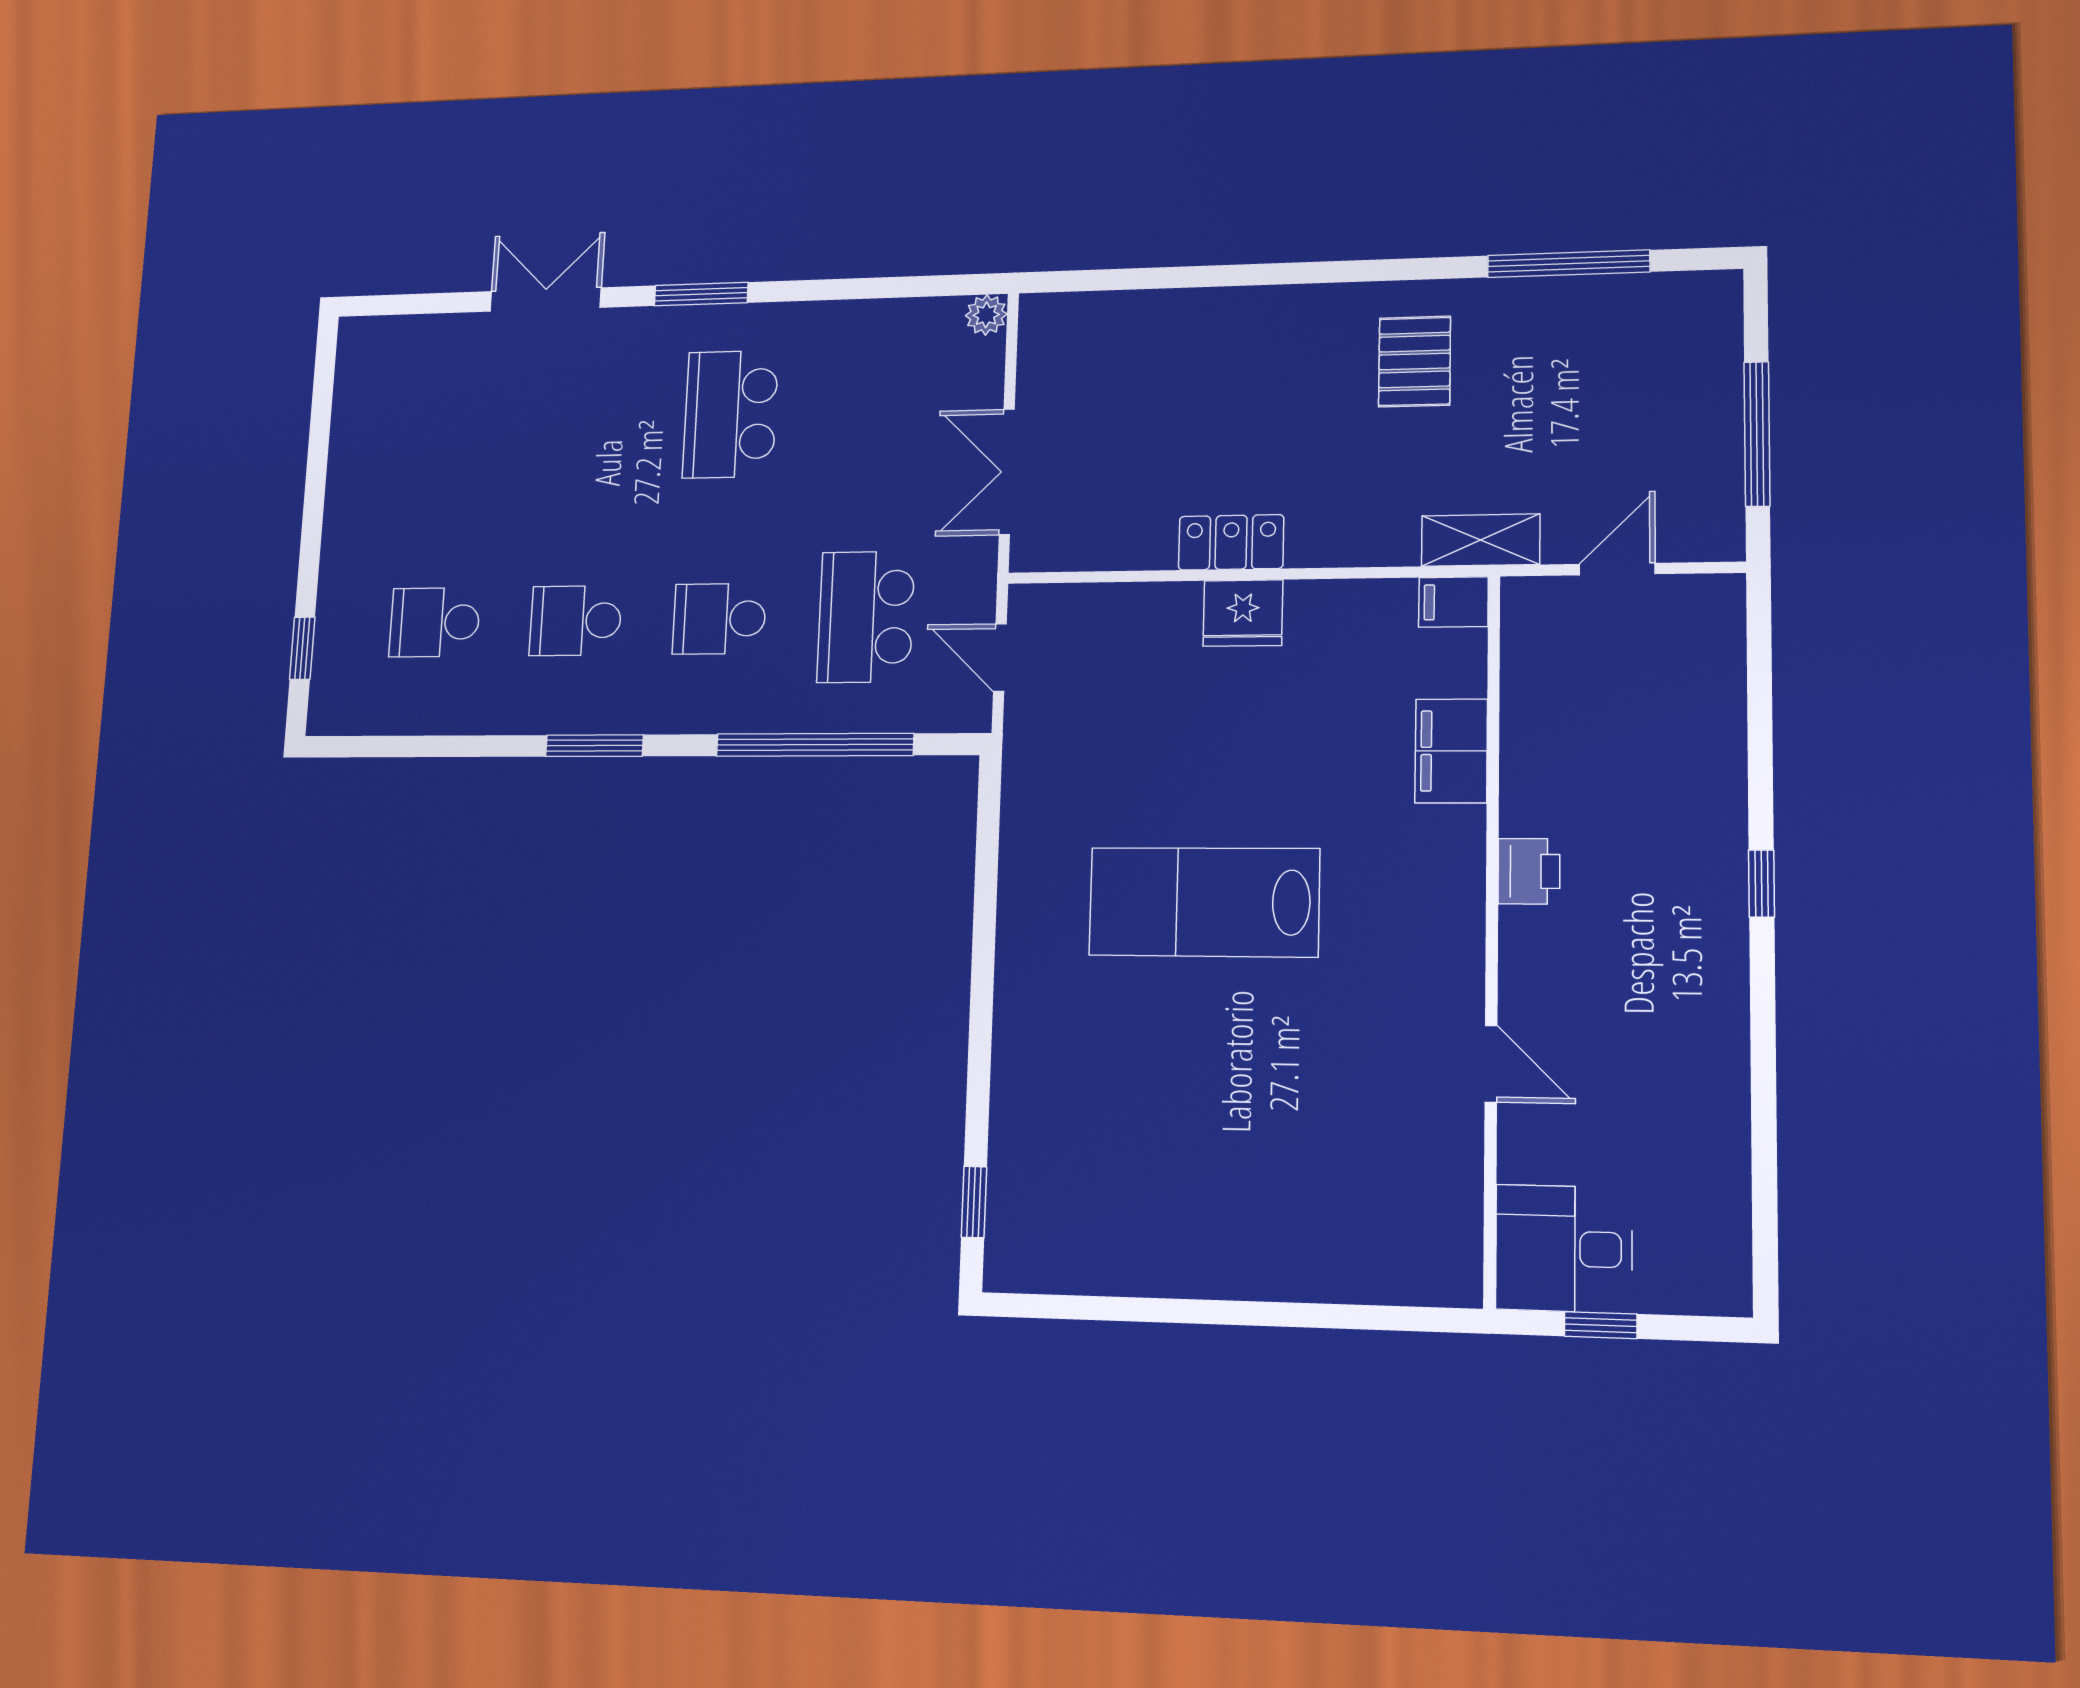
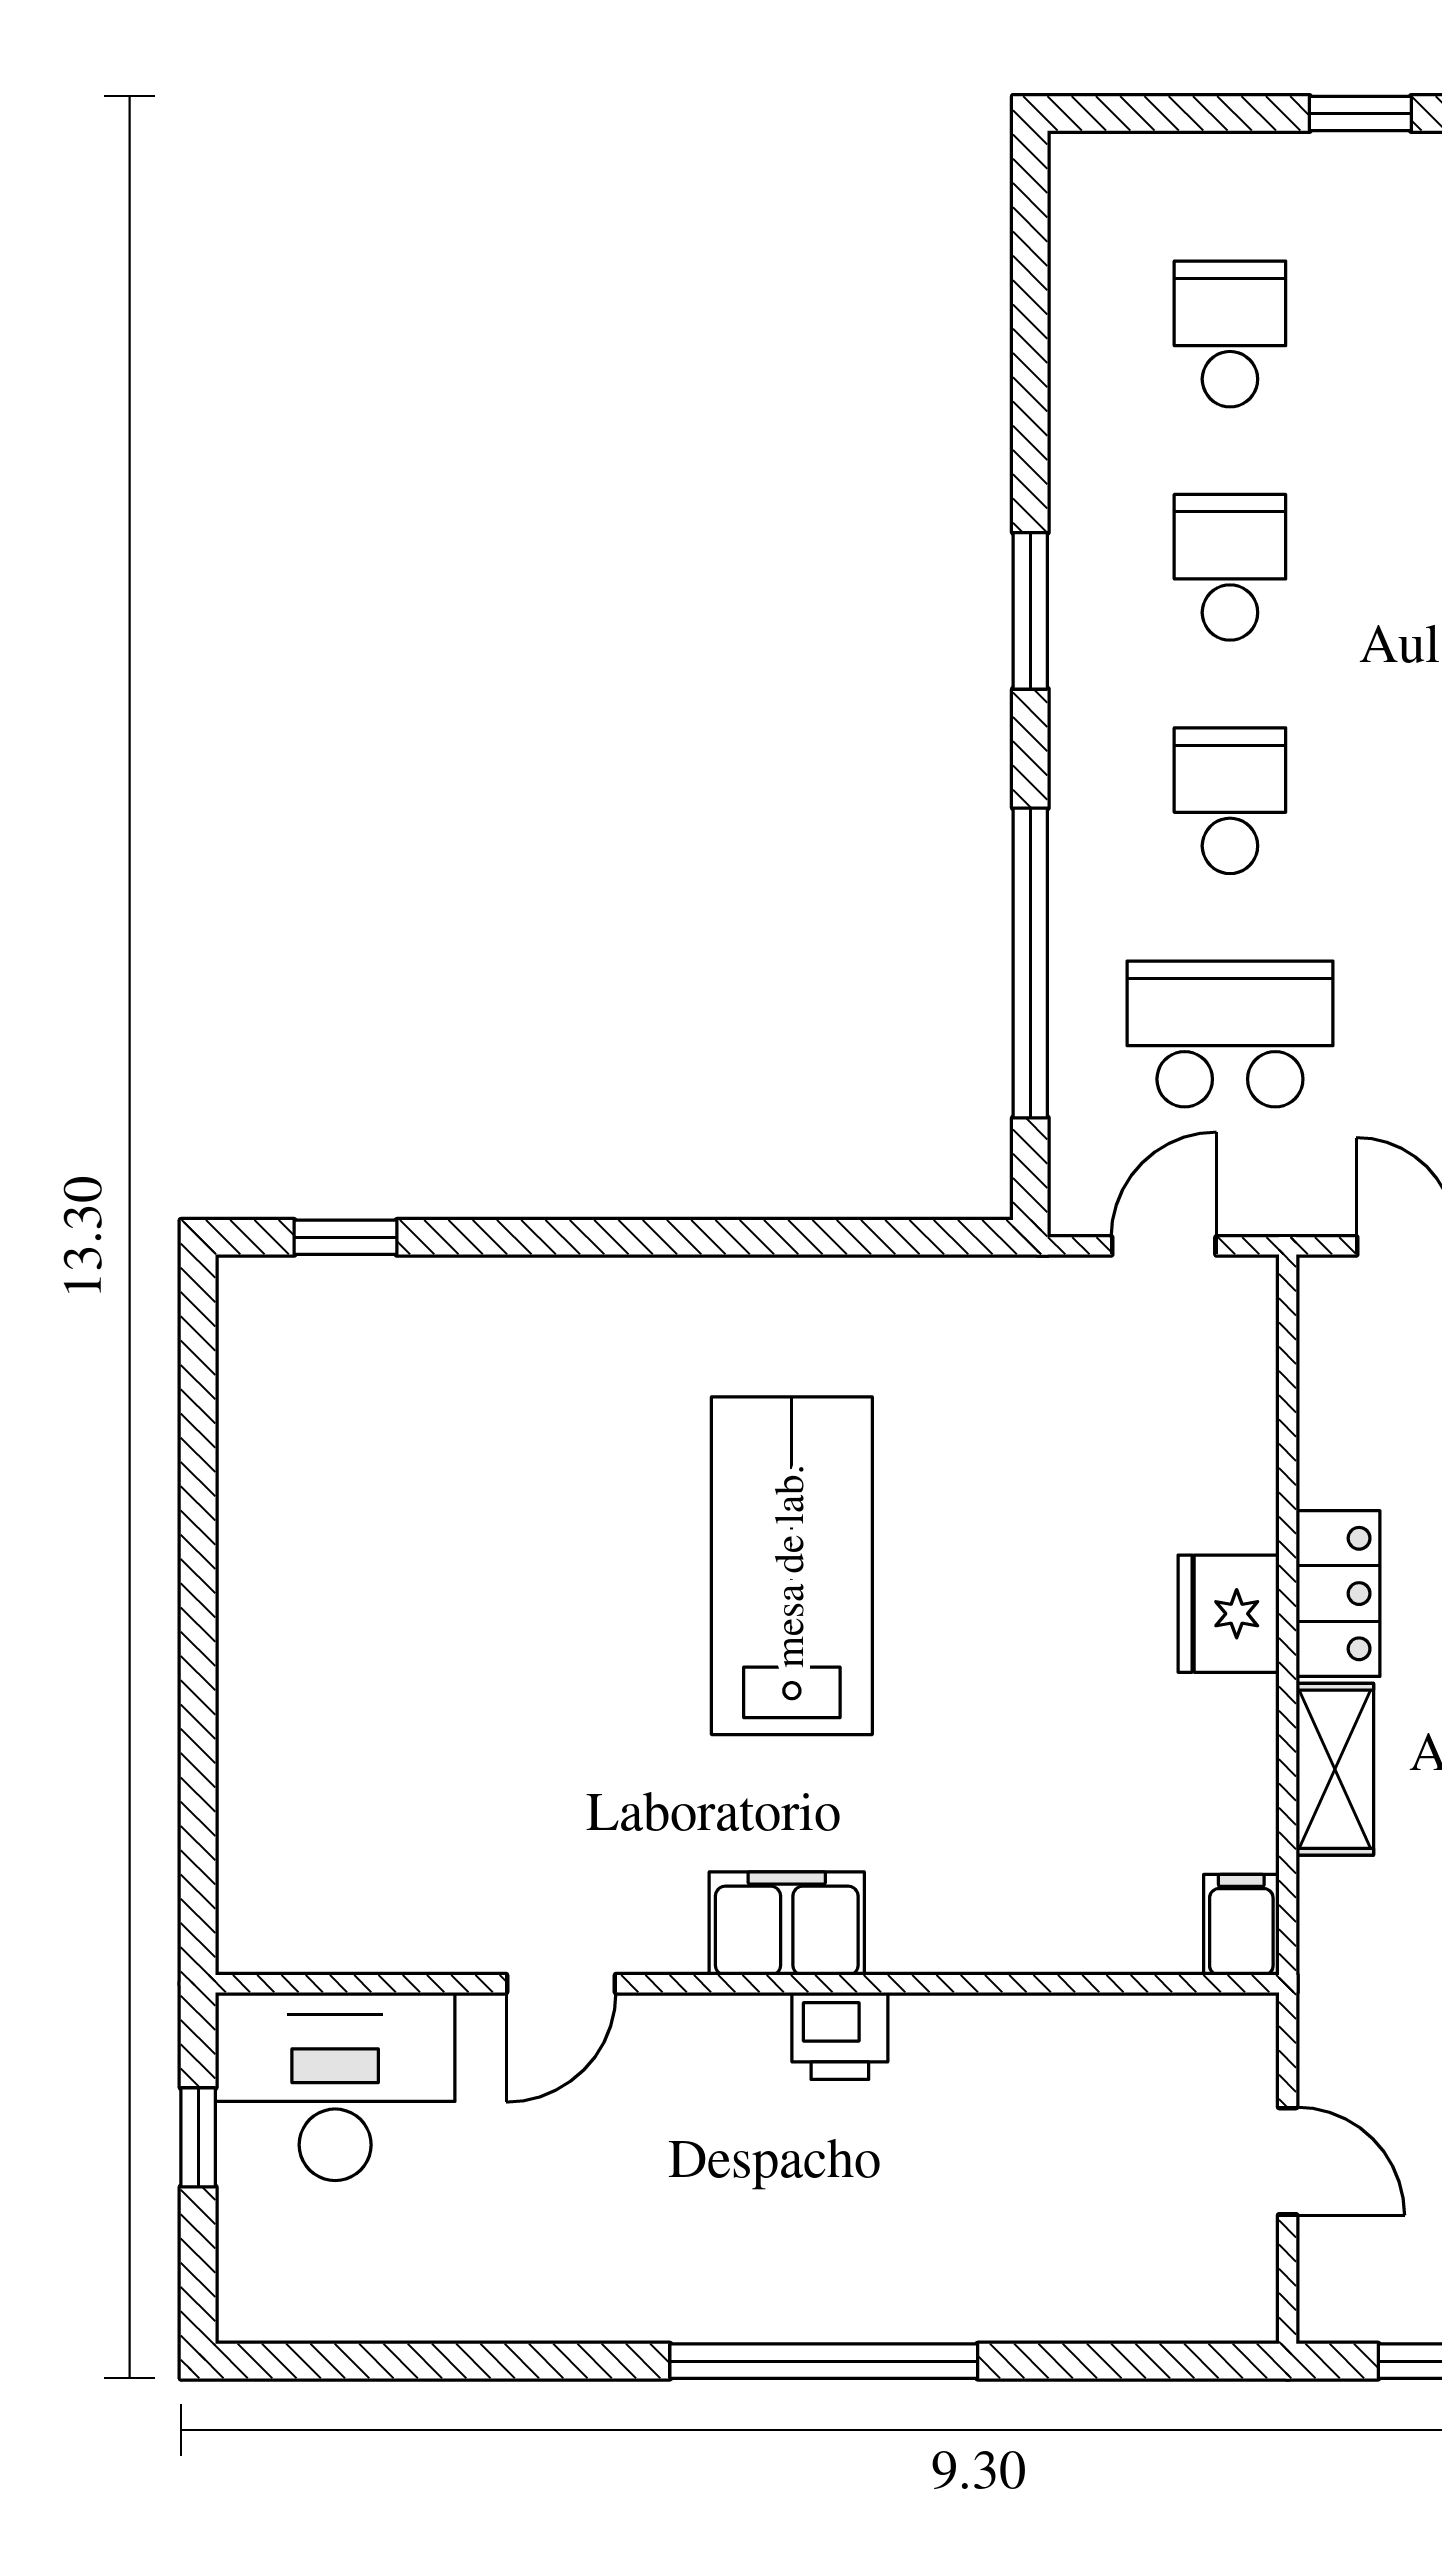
shelving: (1481, 540) -> (1335, 1769), moved
window: (302, 648) -> (1360, 114), moved
filing cabinet: (1451, 751) -> (787, 1923), moved
window: (1761, 884) -> (824, 2361), width x3.17
desk: (1564, 1249) -> (335, 2086), width x1.37

